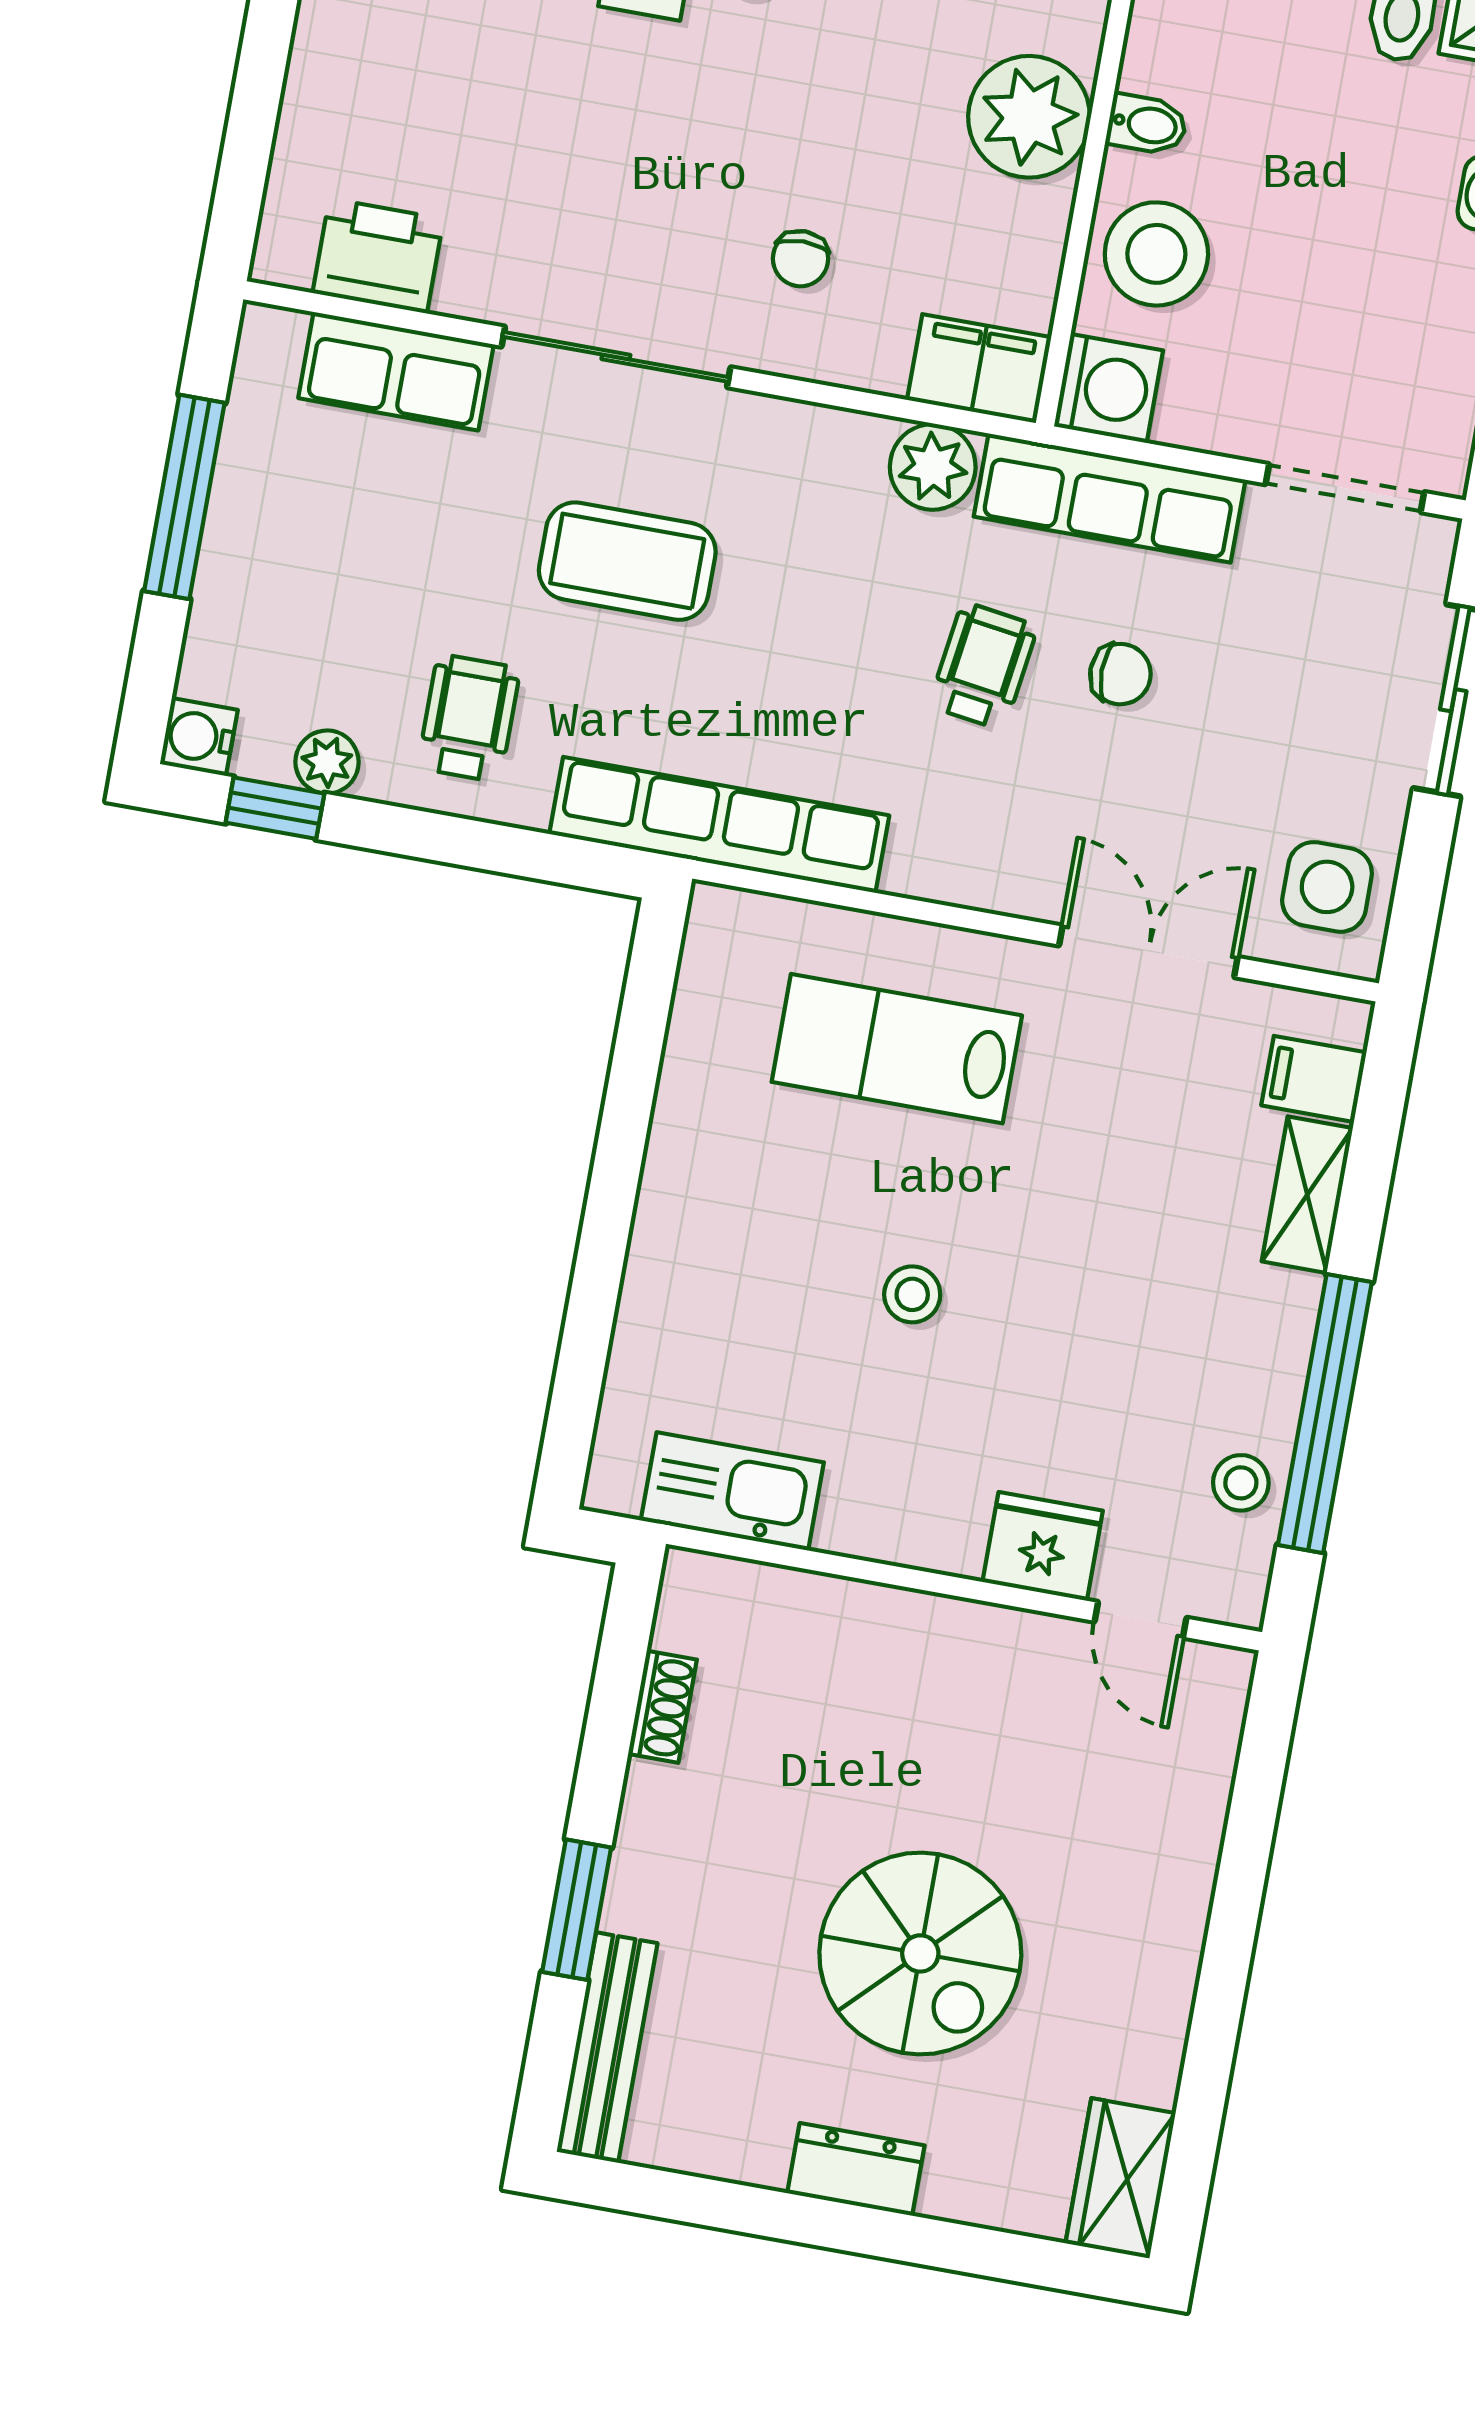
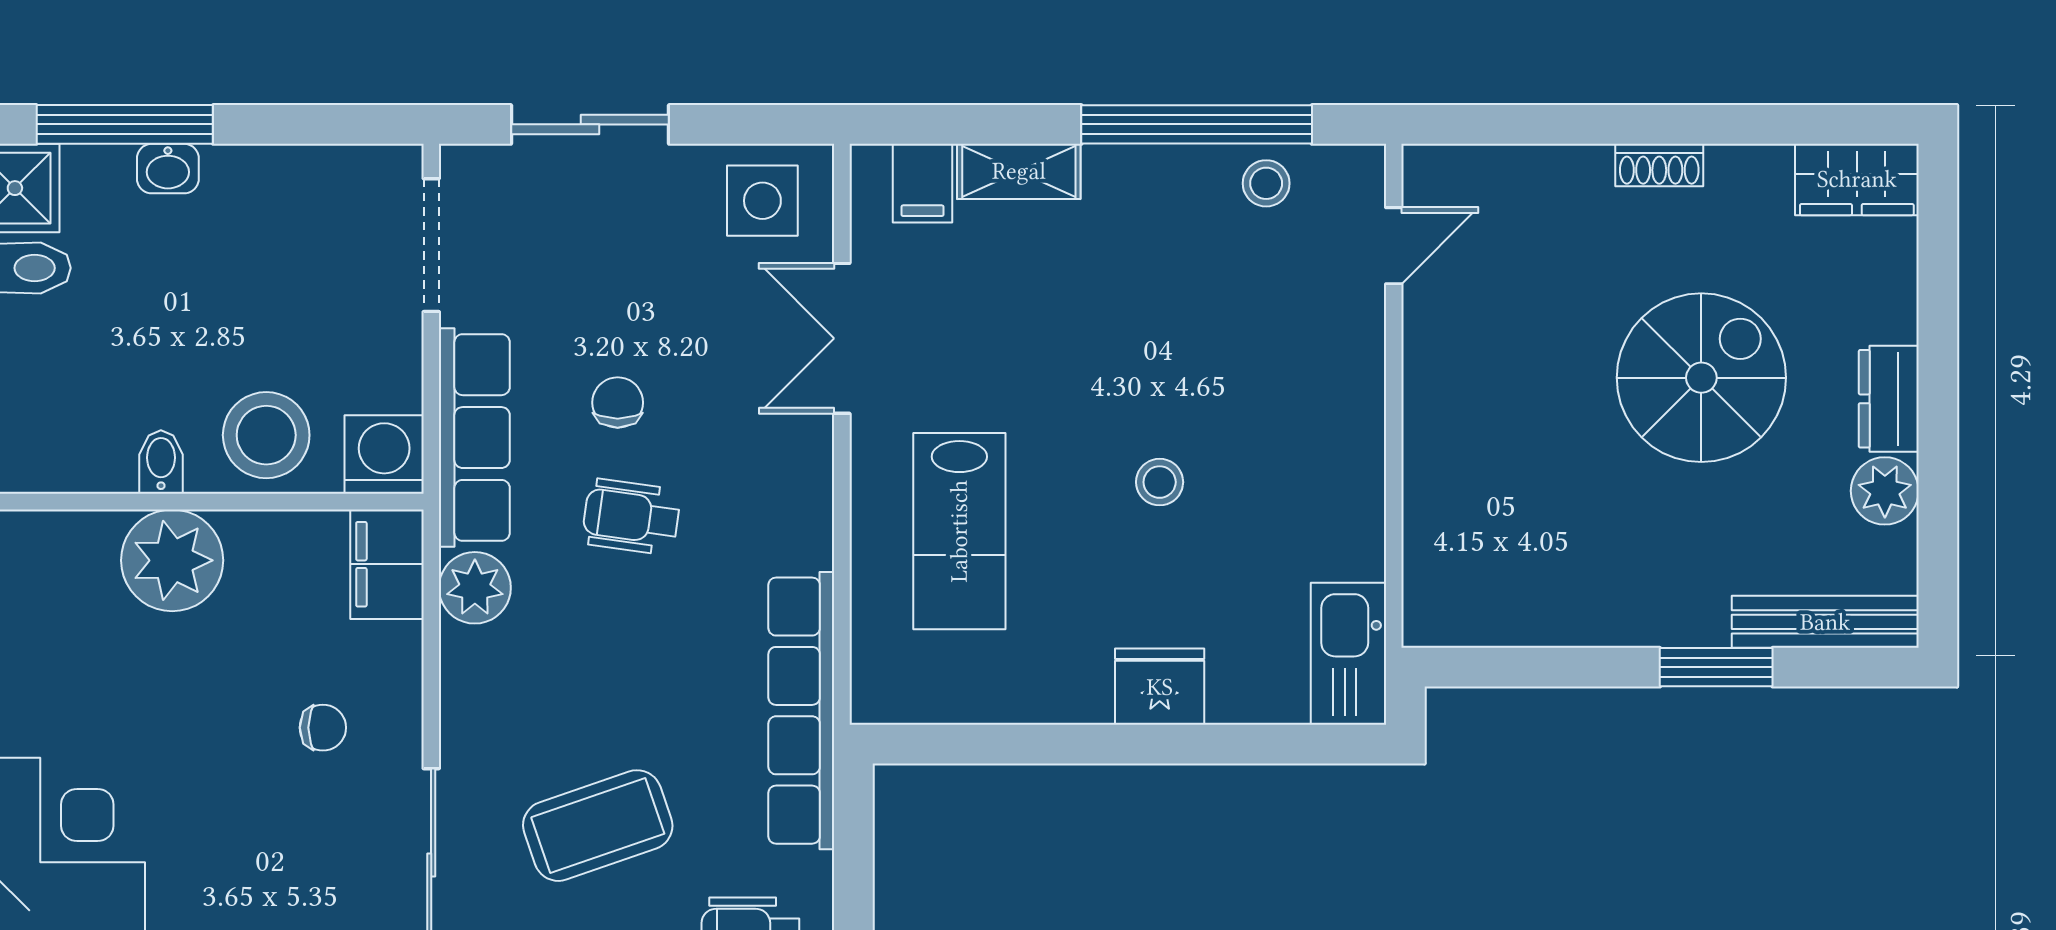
coffee table: (627, 561) -> (598, 826), turned 71
kitchen sink: (732, 1491) -> (1348, 654), moved
fridge: (1043, 1546) -> (1160, 687), moved, turned 90
shoe rack: (662, 1707) -> (1659, 165), moved, turned 180
plant: (748, 2145) -> (1885, 491), added

